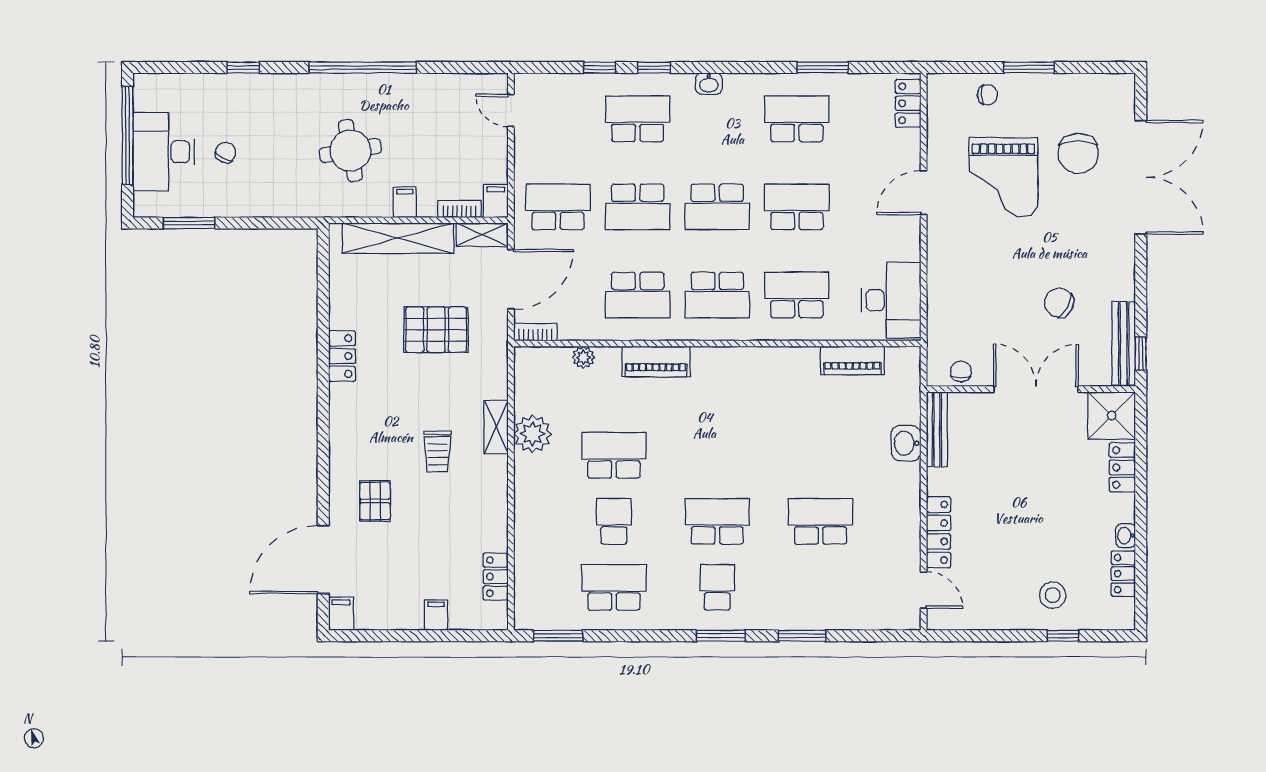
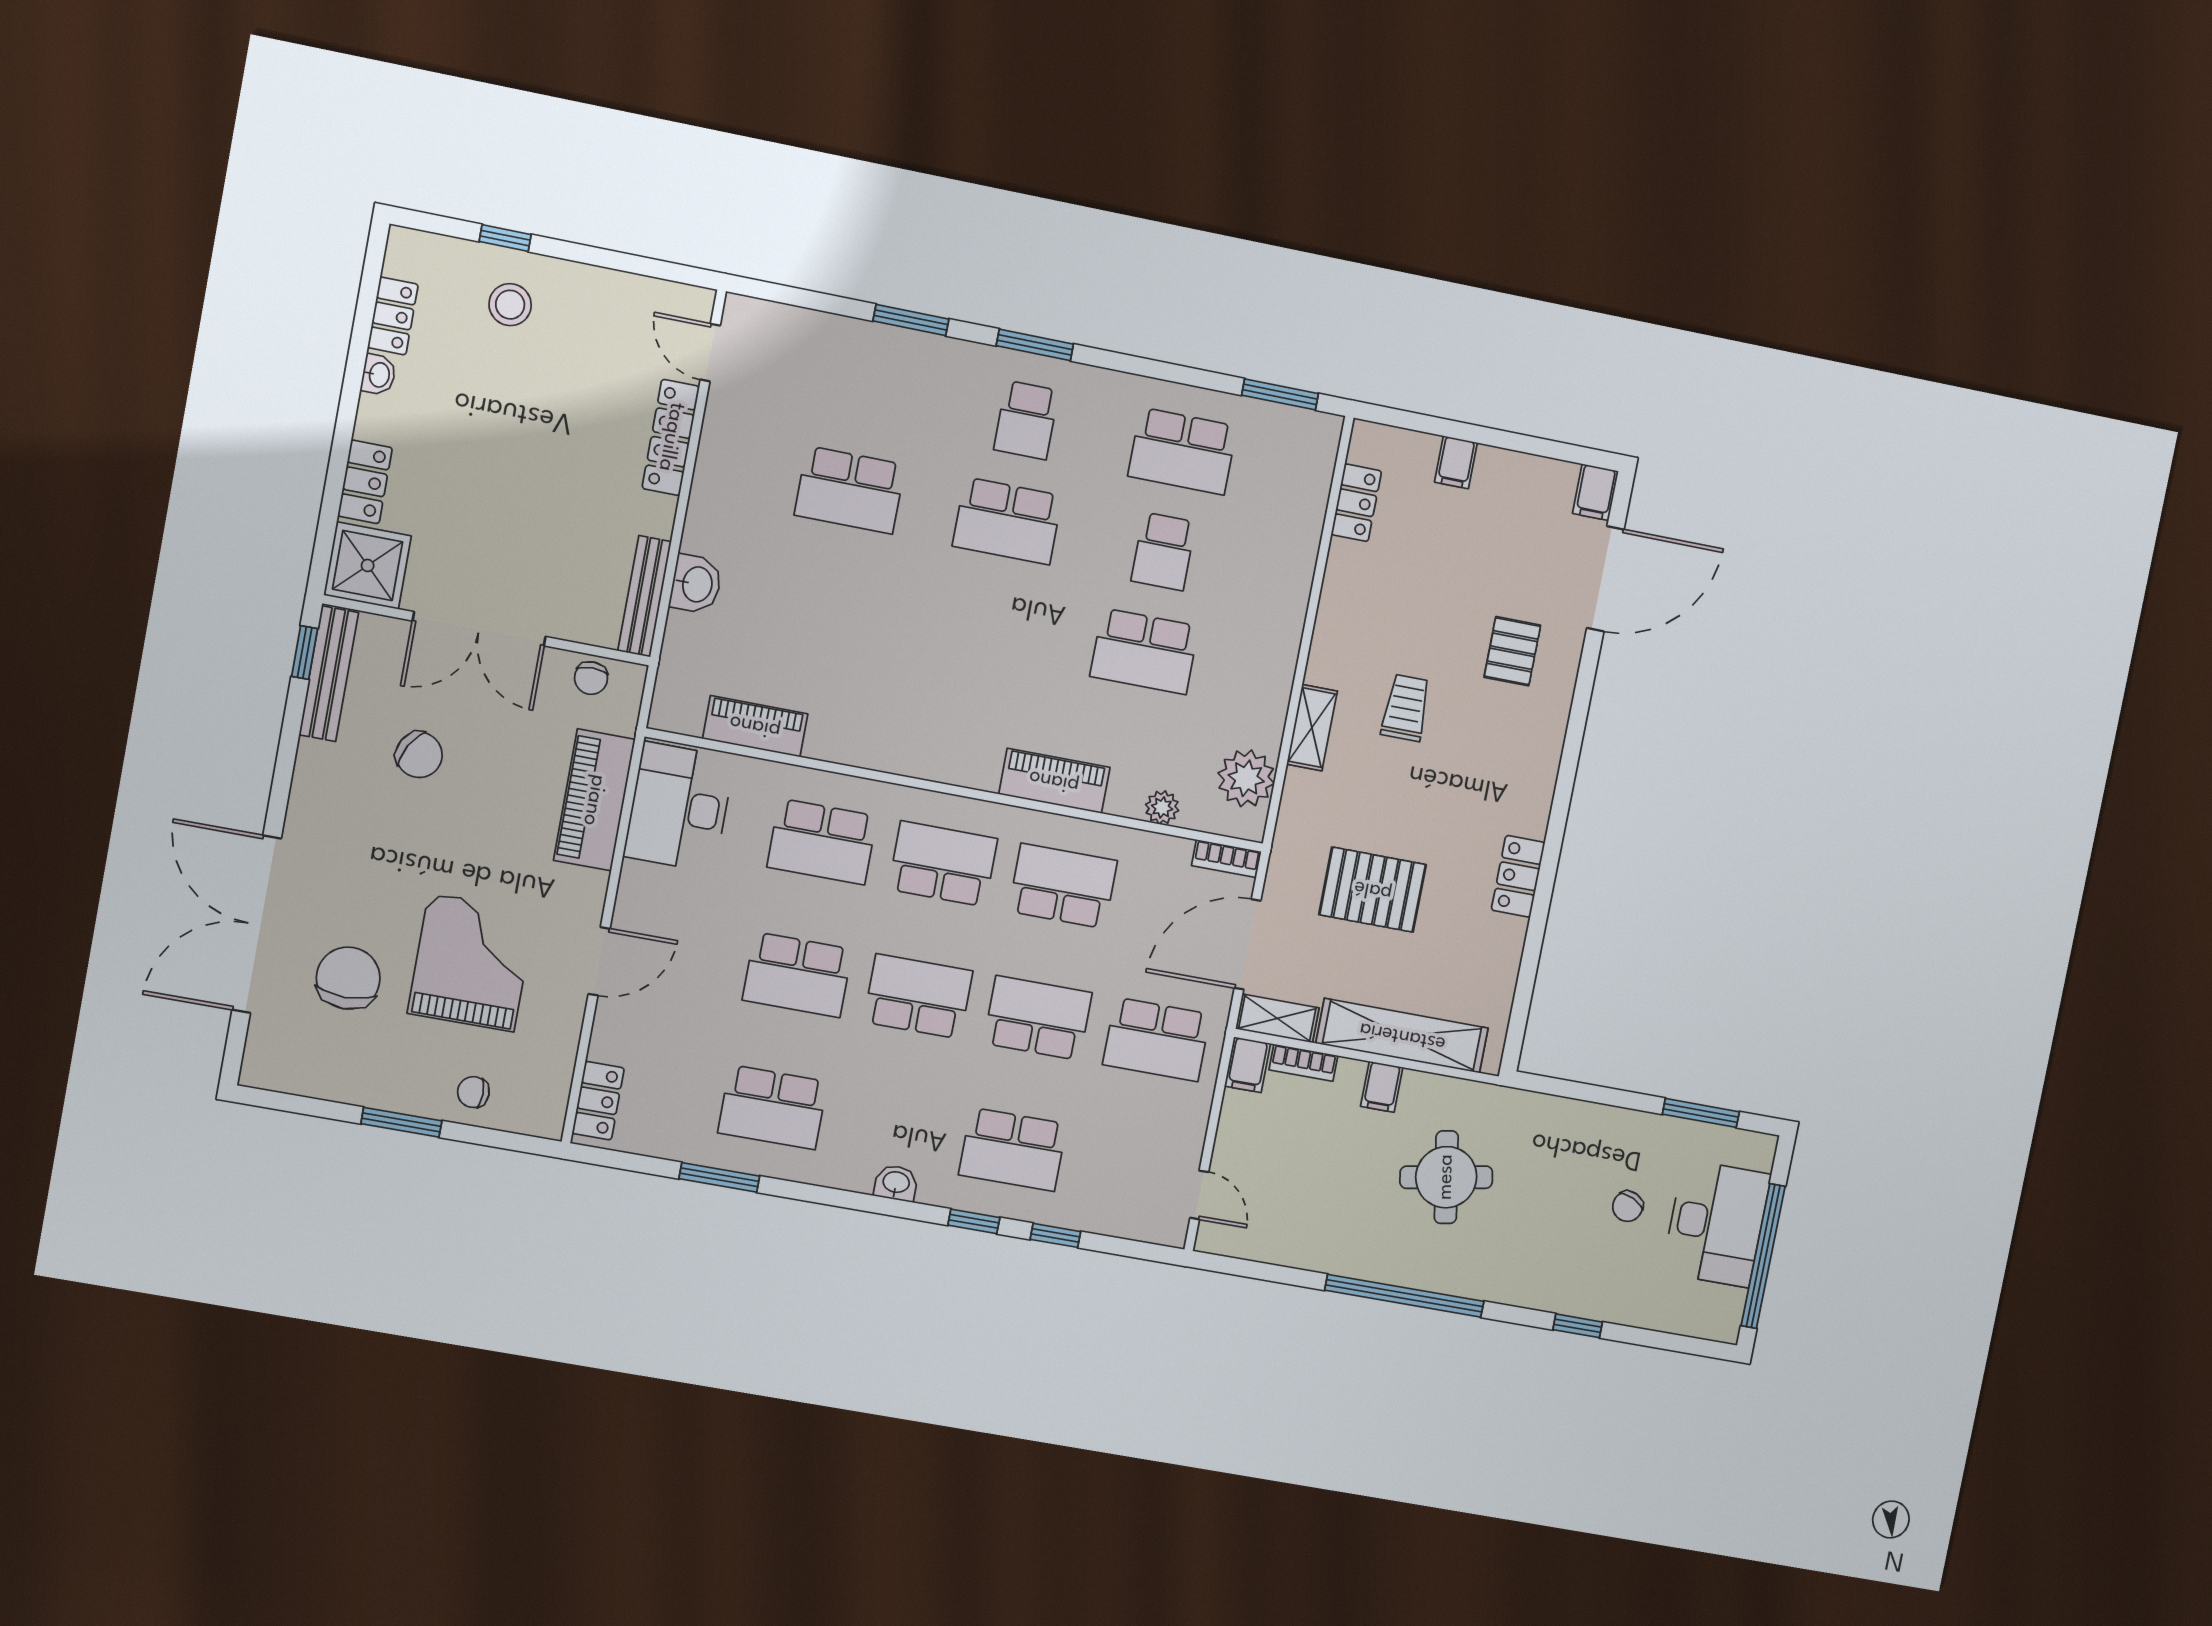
piano: (945, 295) -> (594, 800), added
plant: (533, 434) -> (1246, 778), moved

